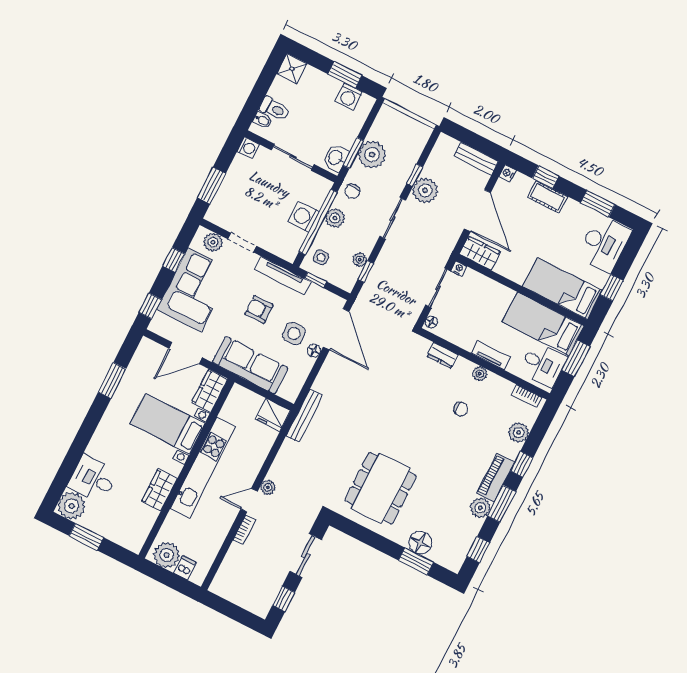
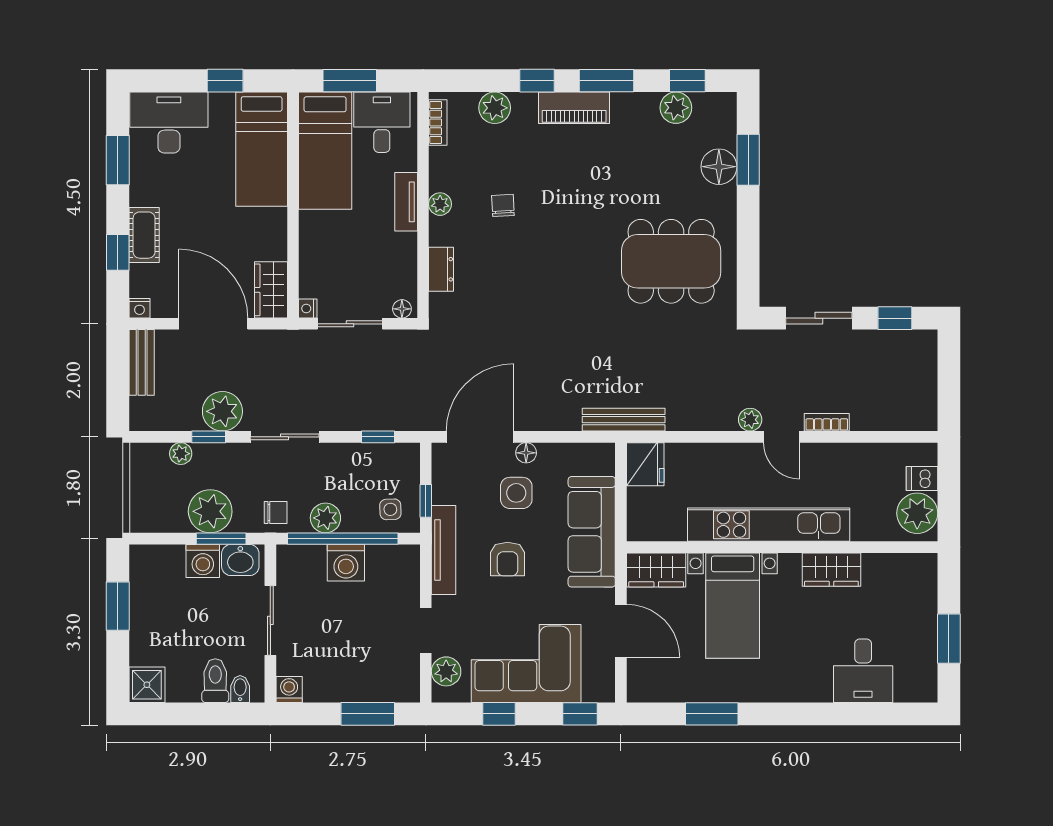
washing machine: (349, 97) -> (203, 561), moved, turned 90
door: (477, 211) -> (213, 324), hinge flipped
plant: (360, 260) -> (181, 454), moved
plant: (72, 506) -> (916, 681), removed
plant: (480, 508) -> (676, 108), moved

